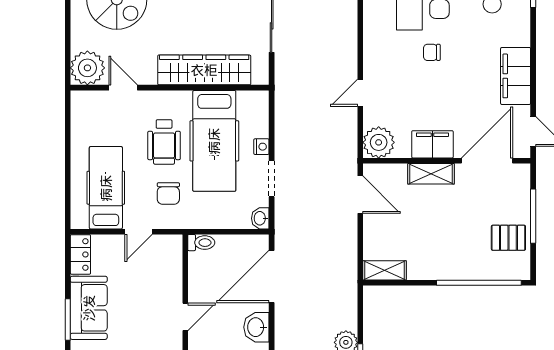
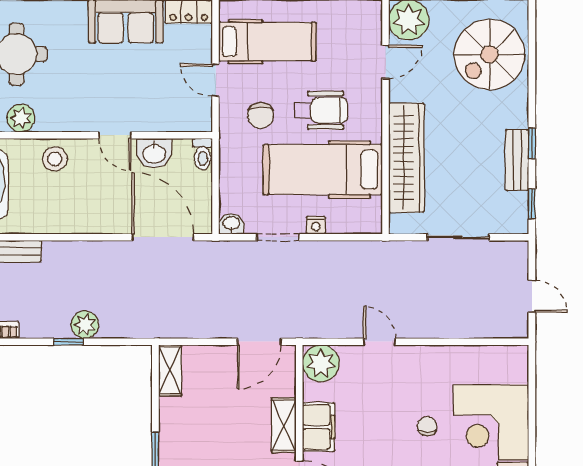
wheelchair: (164, 142) -> (321, 110), turned 180
chair: (168, 193) -> (261, 115), turned -90
washbasin: (256, 327) -> (154, 153), moved, turned 180

